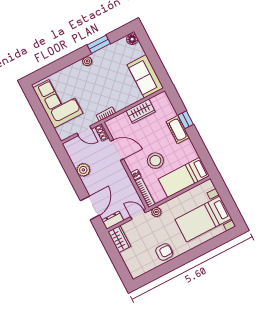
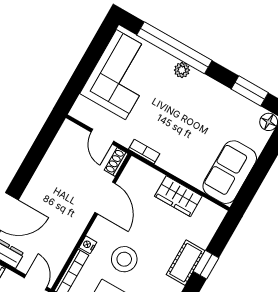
window: (99, 44) -> (250, 91), moved
plant: (87, 61) -> (182, 70), moved
window: (62, 64) -> (174, 48), added
plant: (83, 170) -> (49, 170), removed

